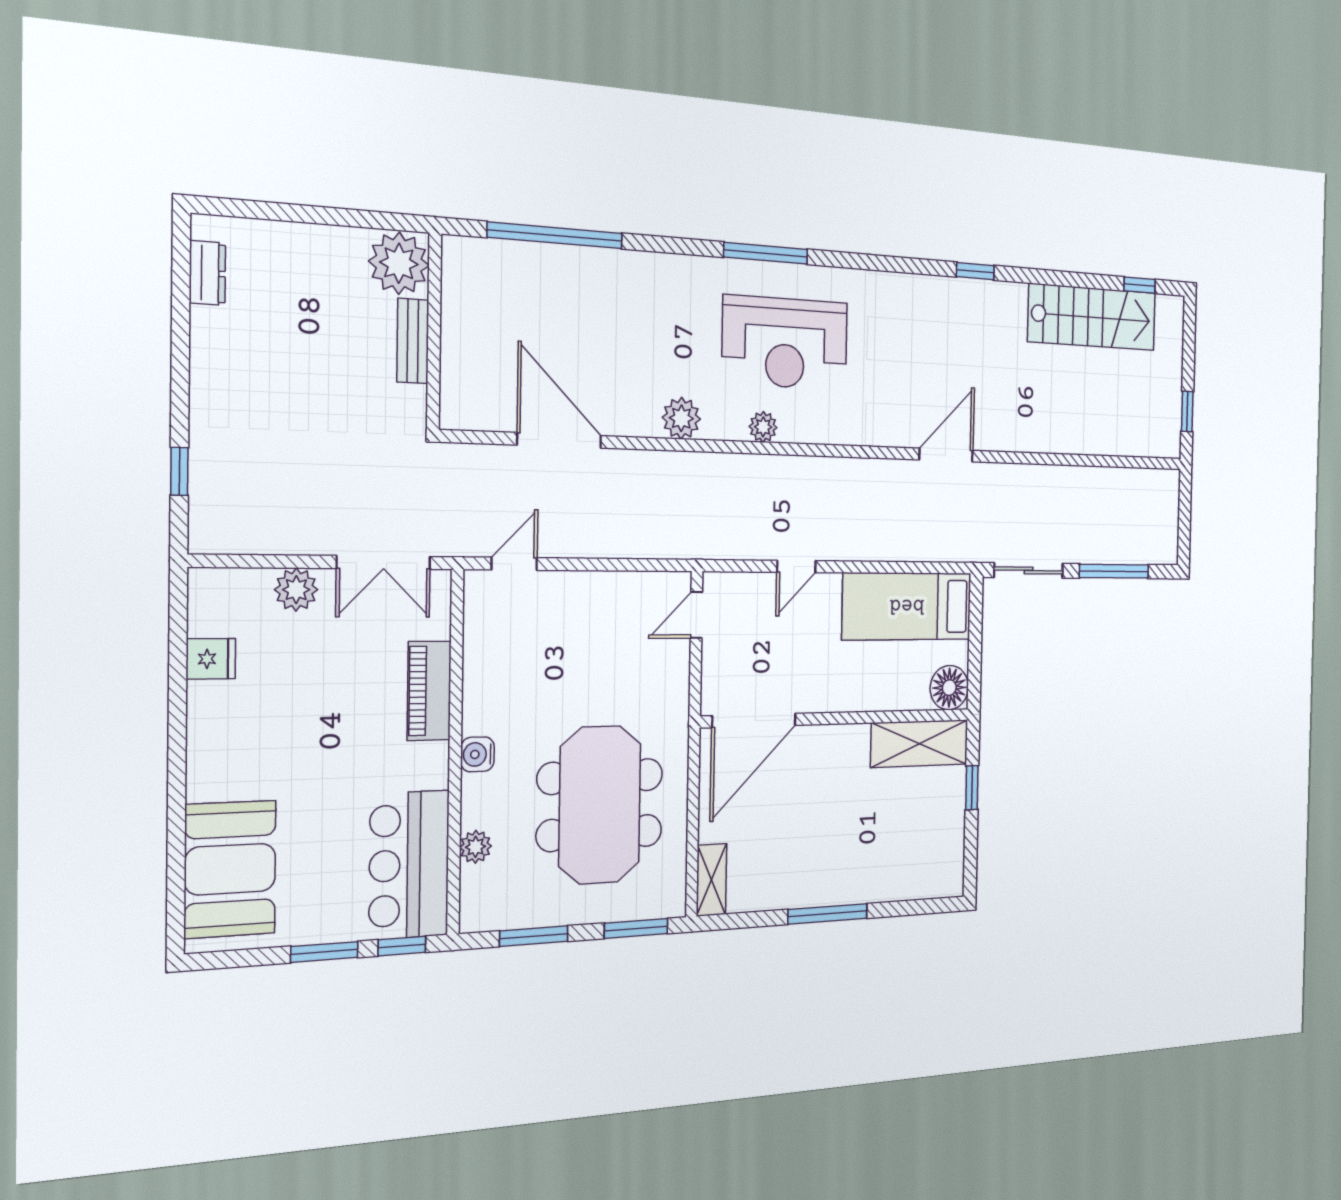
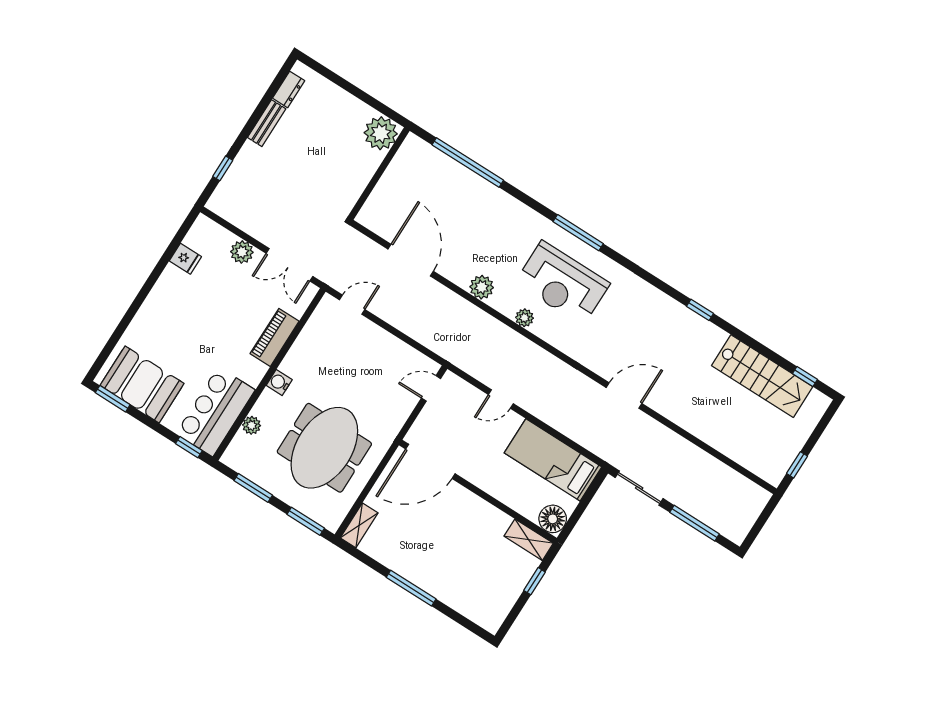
bench: (413, 341) -> (267, 123), moved
shelving: (920, 744) -> (529, 540), width x0.67, depth x0.75
booth: (230, 869) -> (142, 384), moved, turned 90
window: (324, 952) -> (113, 399), moved

